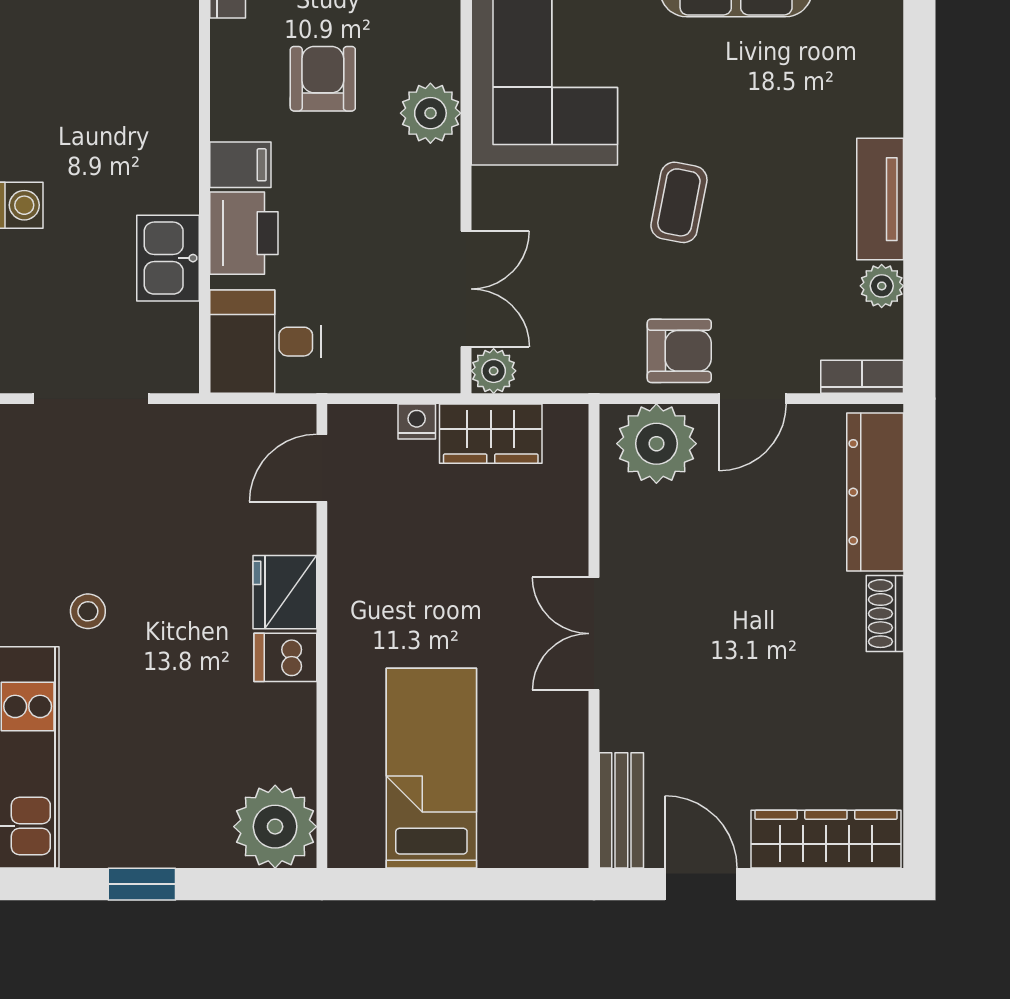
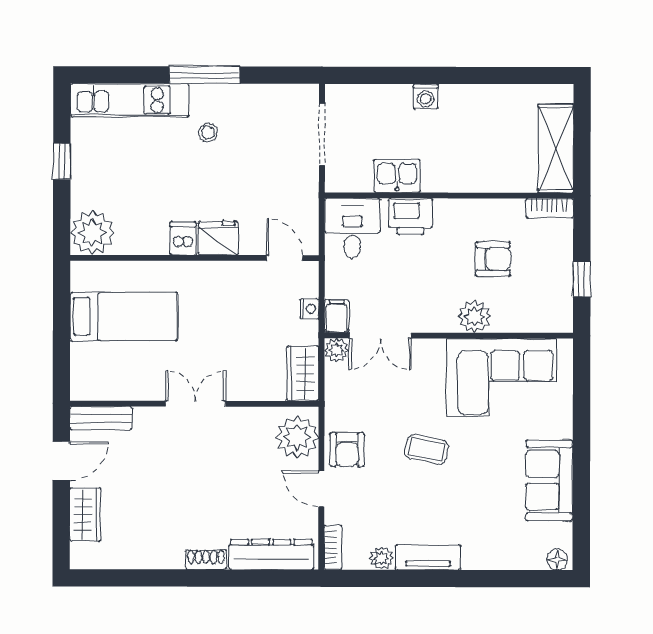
filing cabinet: (240, 165) -> (337, 316), moved, turned 180
wardrobe: (491, 434) -> (303, 374), moved
wardrobe: (826, 839) -> (85, 514), width x0.67

